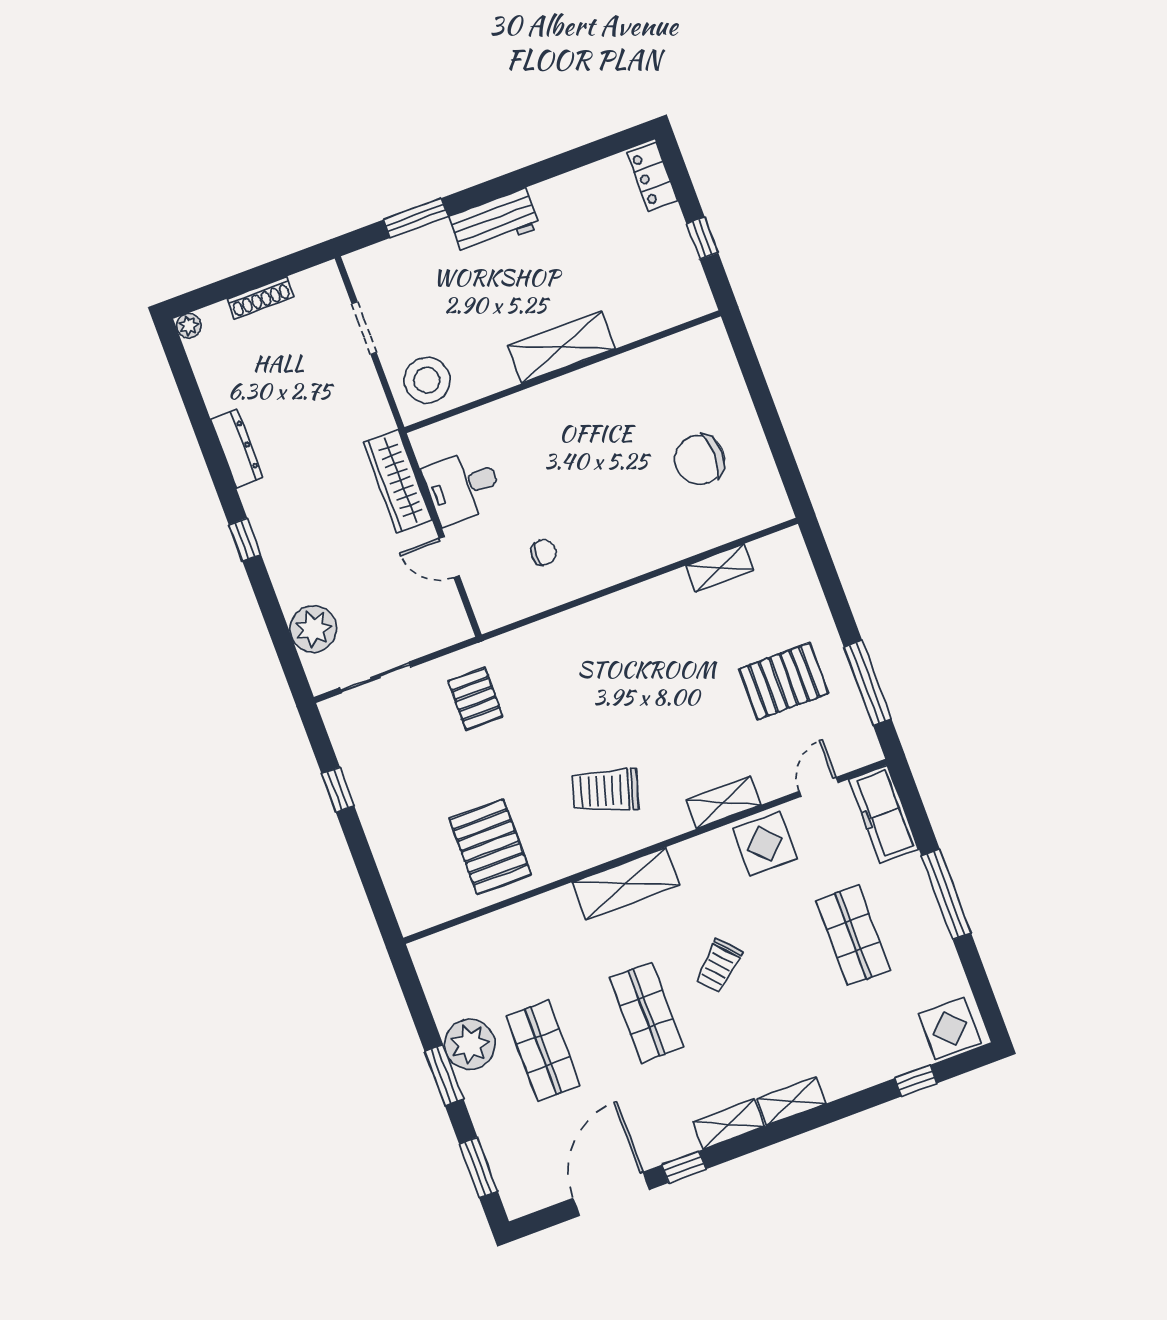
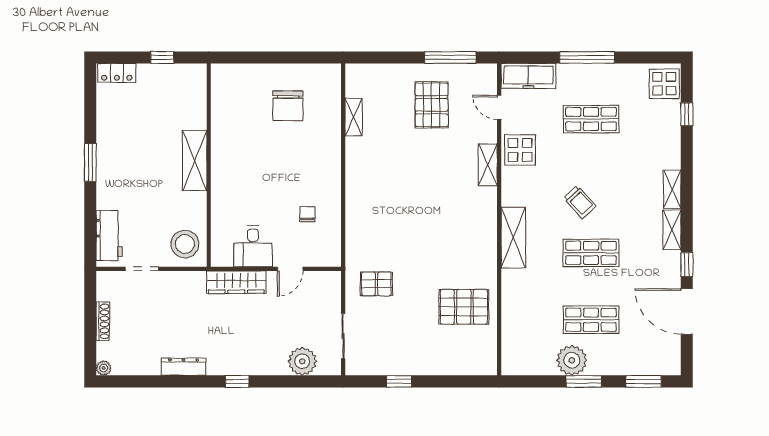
window: (416, 218) -> (90, 163), moved
workbench: (494, 222) -> (109, 236), moved
trolley: (605, 791) -> (456, 229), removed

